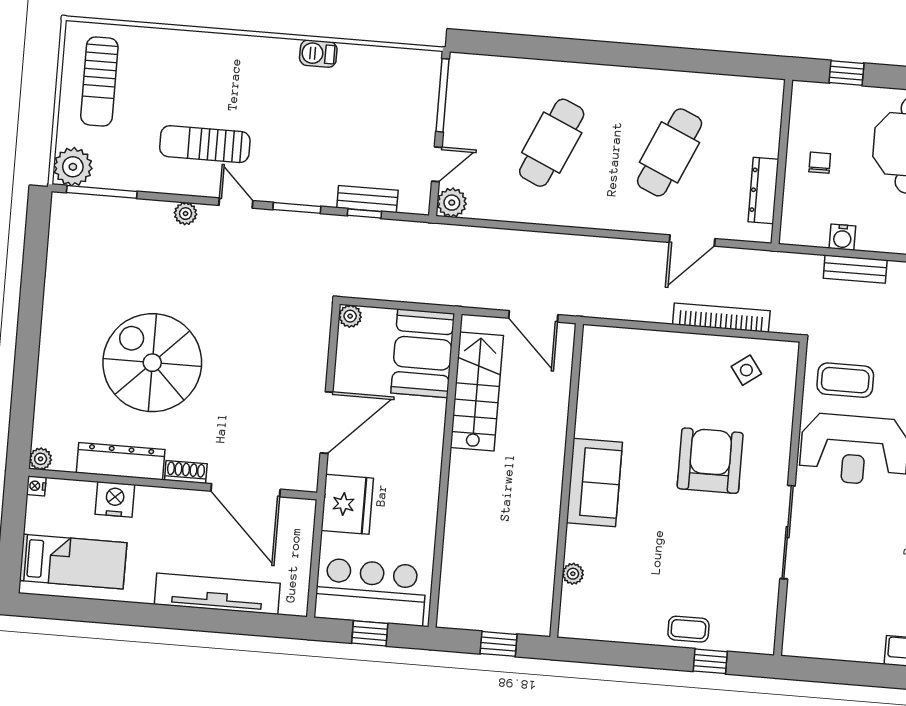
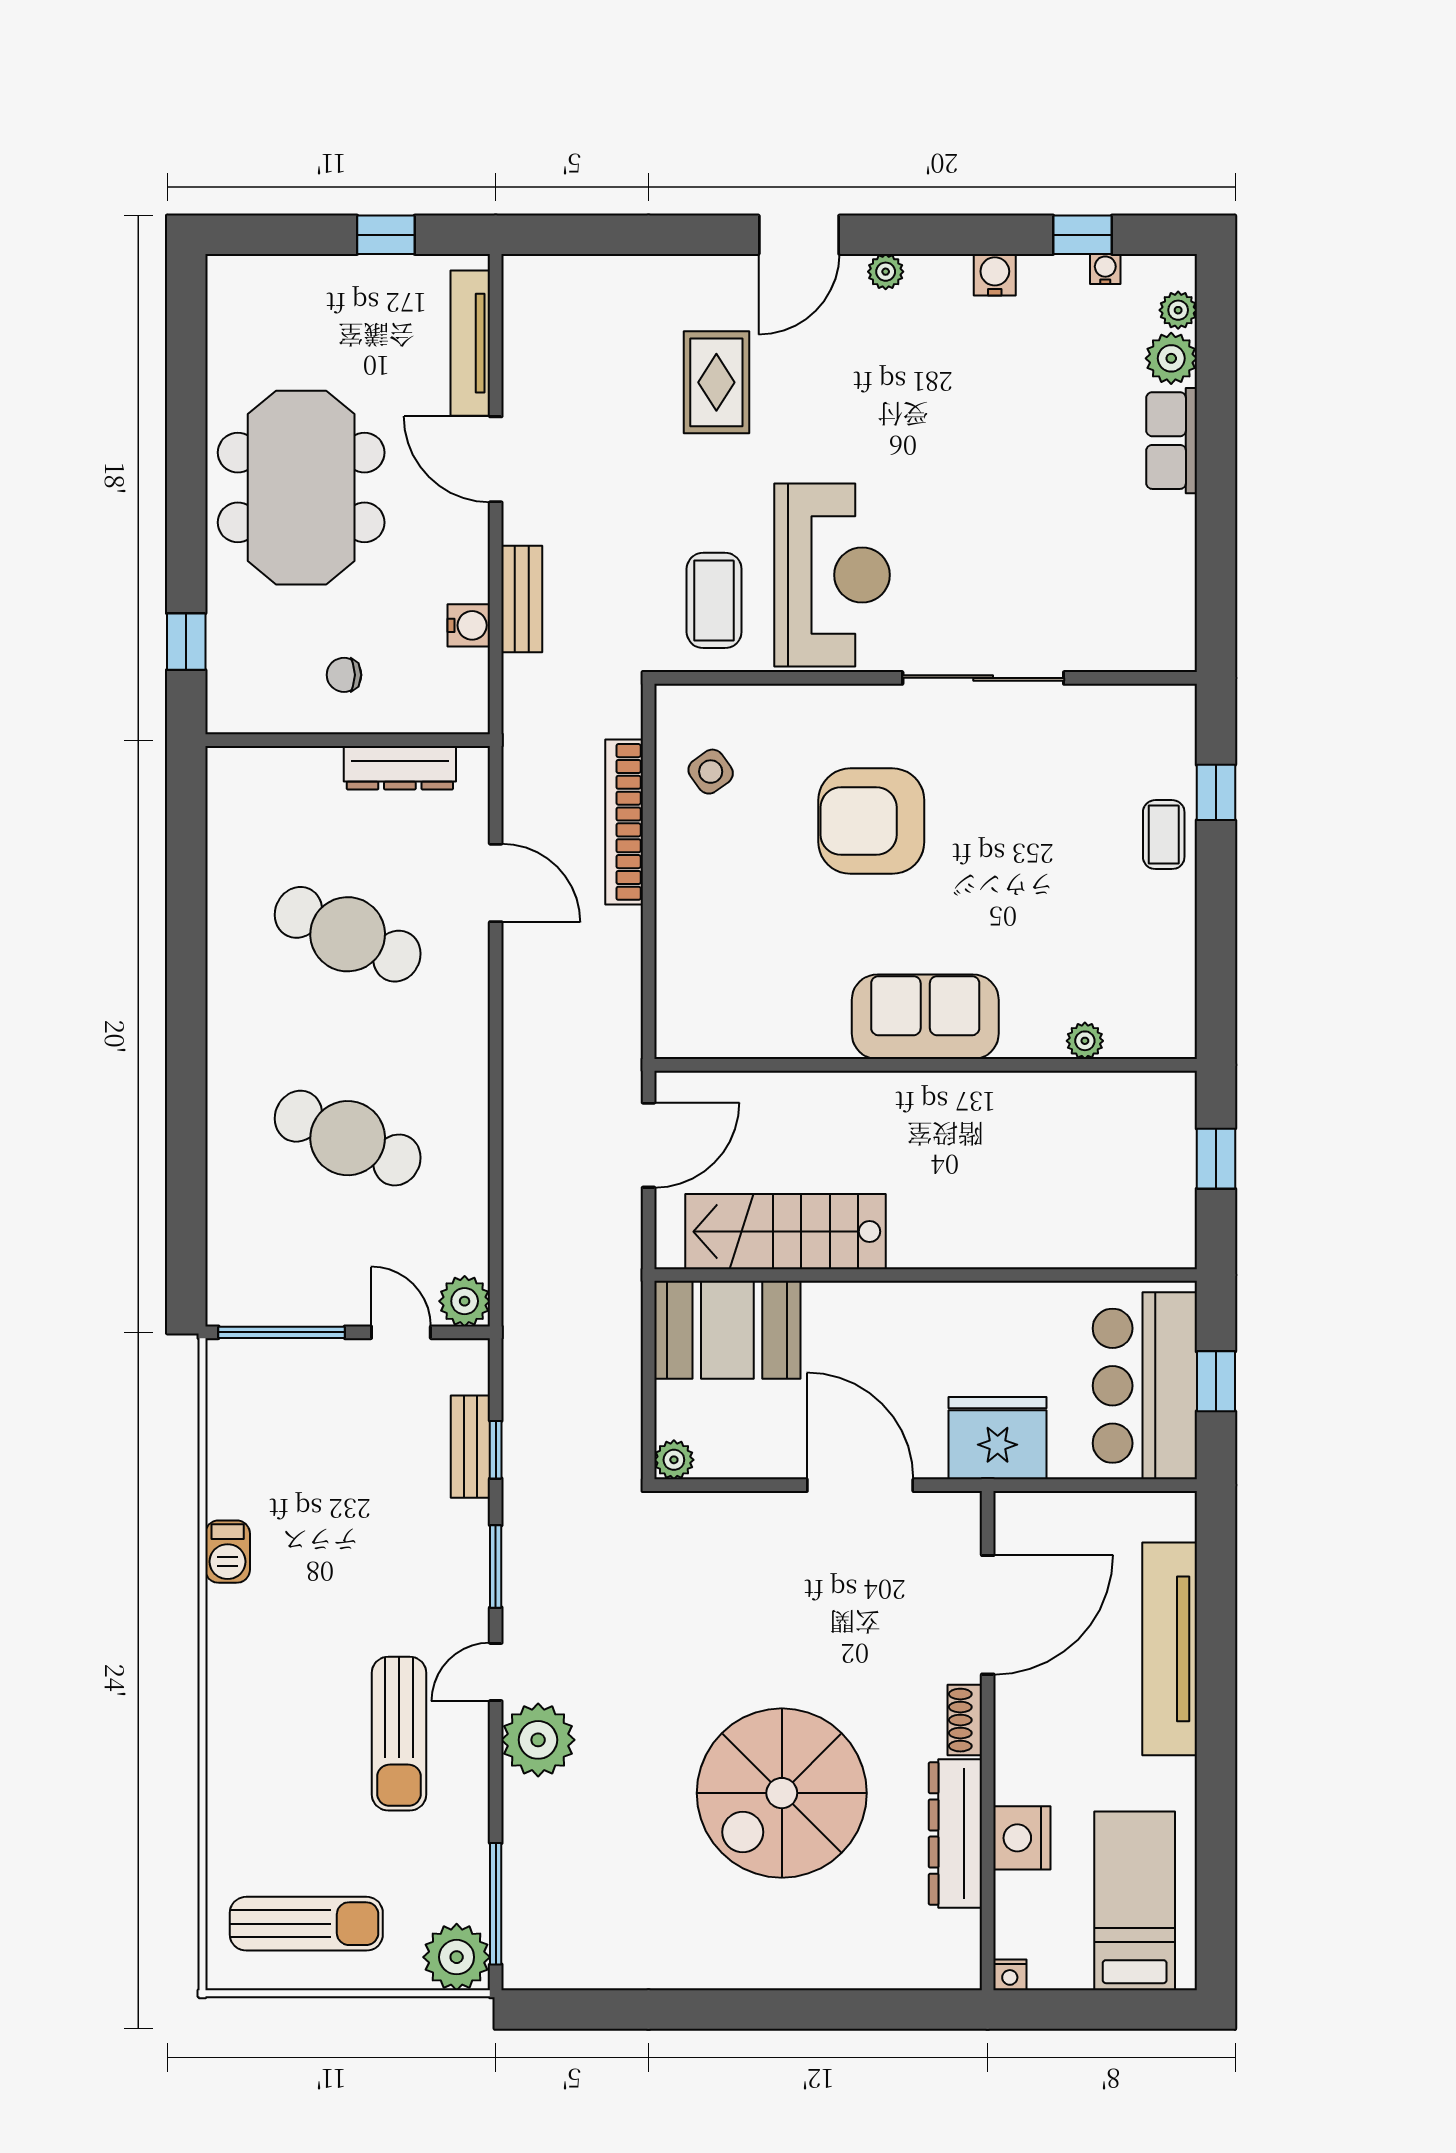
plant: (186, 214) -> (538, 1740), width x1.87, depth x1.87
plant: (41, 459) -> (963, 1971), removed

